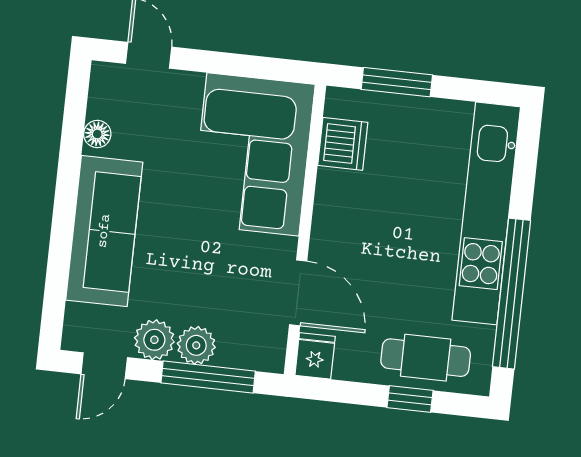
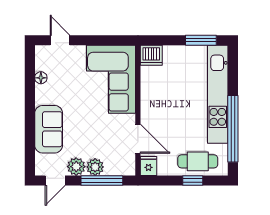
window: (397, 82) -> (201, 40), moved
dishwasher: (343, 144) -> (151, 55), moved, turned 90
sofa: (104, 231) -> (49, 129), width x0.73

